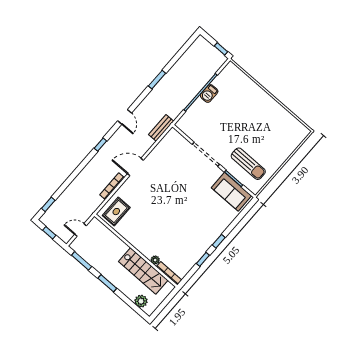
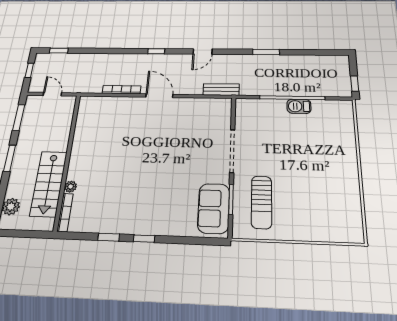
rug: (116, 212) -> (97, 112), removed

